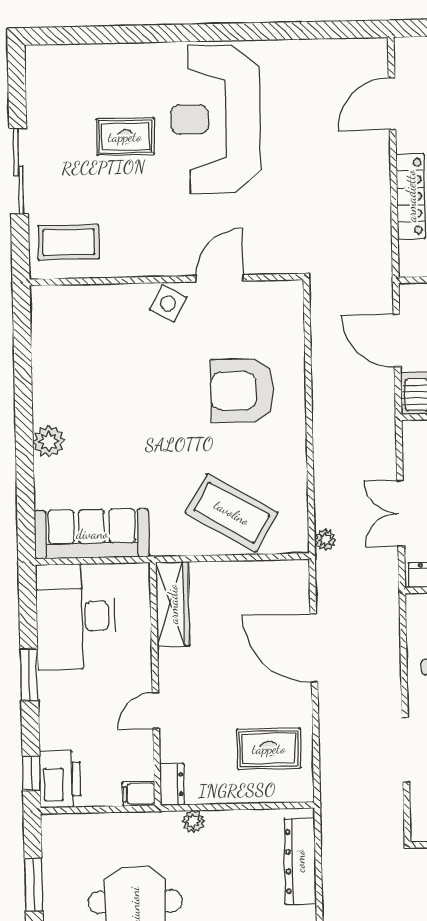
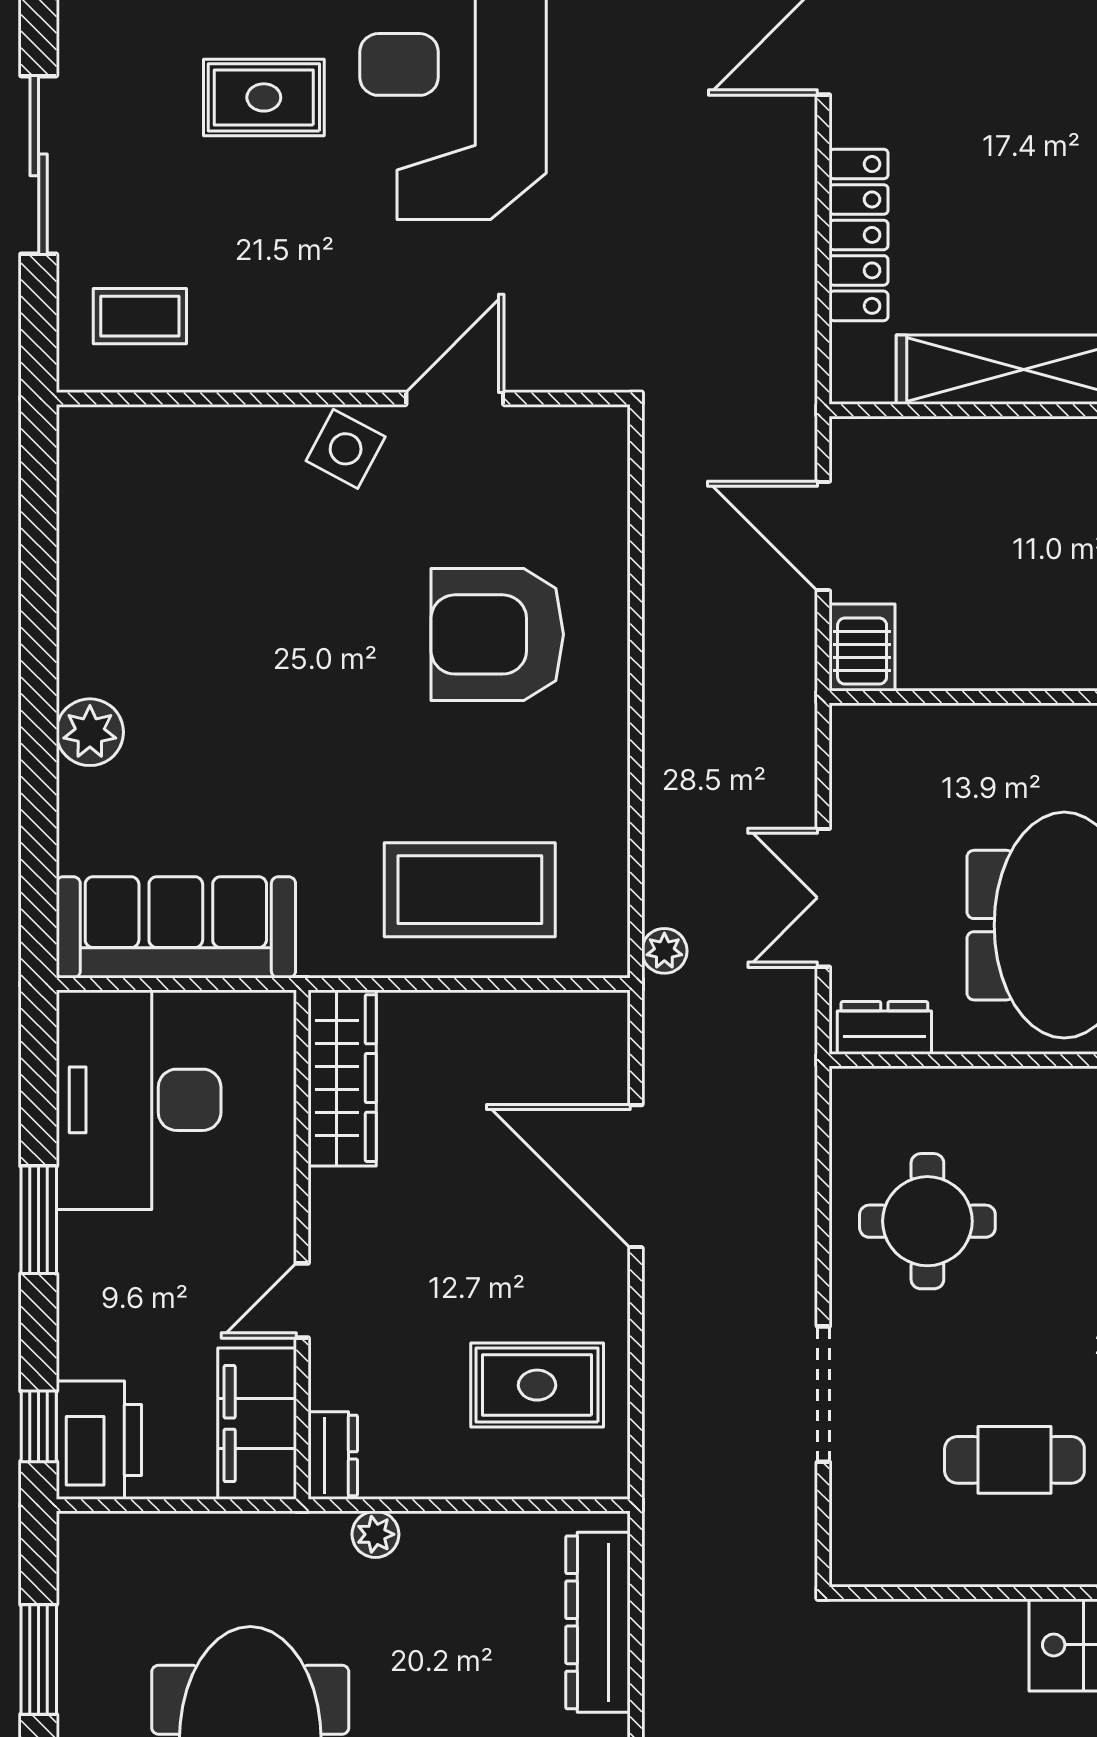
coffee table: (68, 242) -> (140, 316), width x0.73, depth x0.77
coffee table: (232, 513) -> (470, 890), turned -30
filing cabinet: (139, 794) -> (257, 1424), width x3.00, depth x1.17

